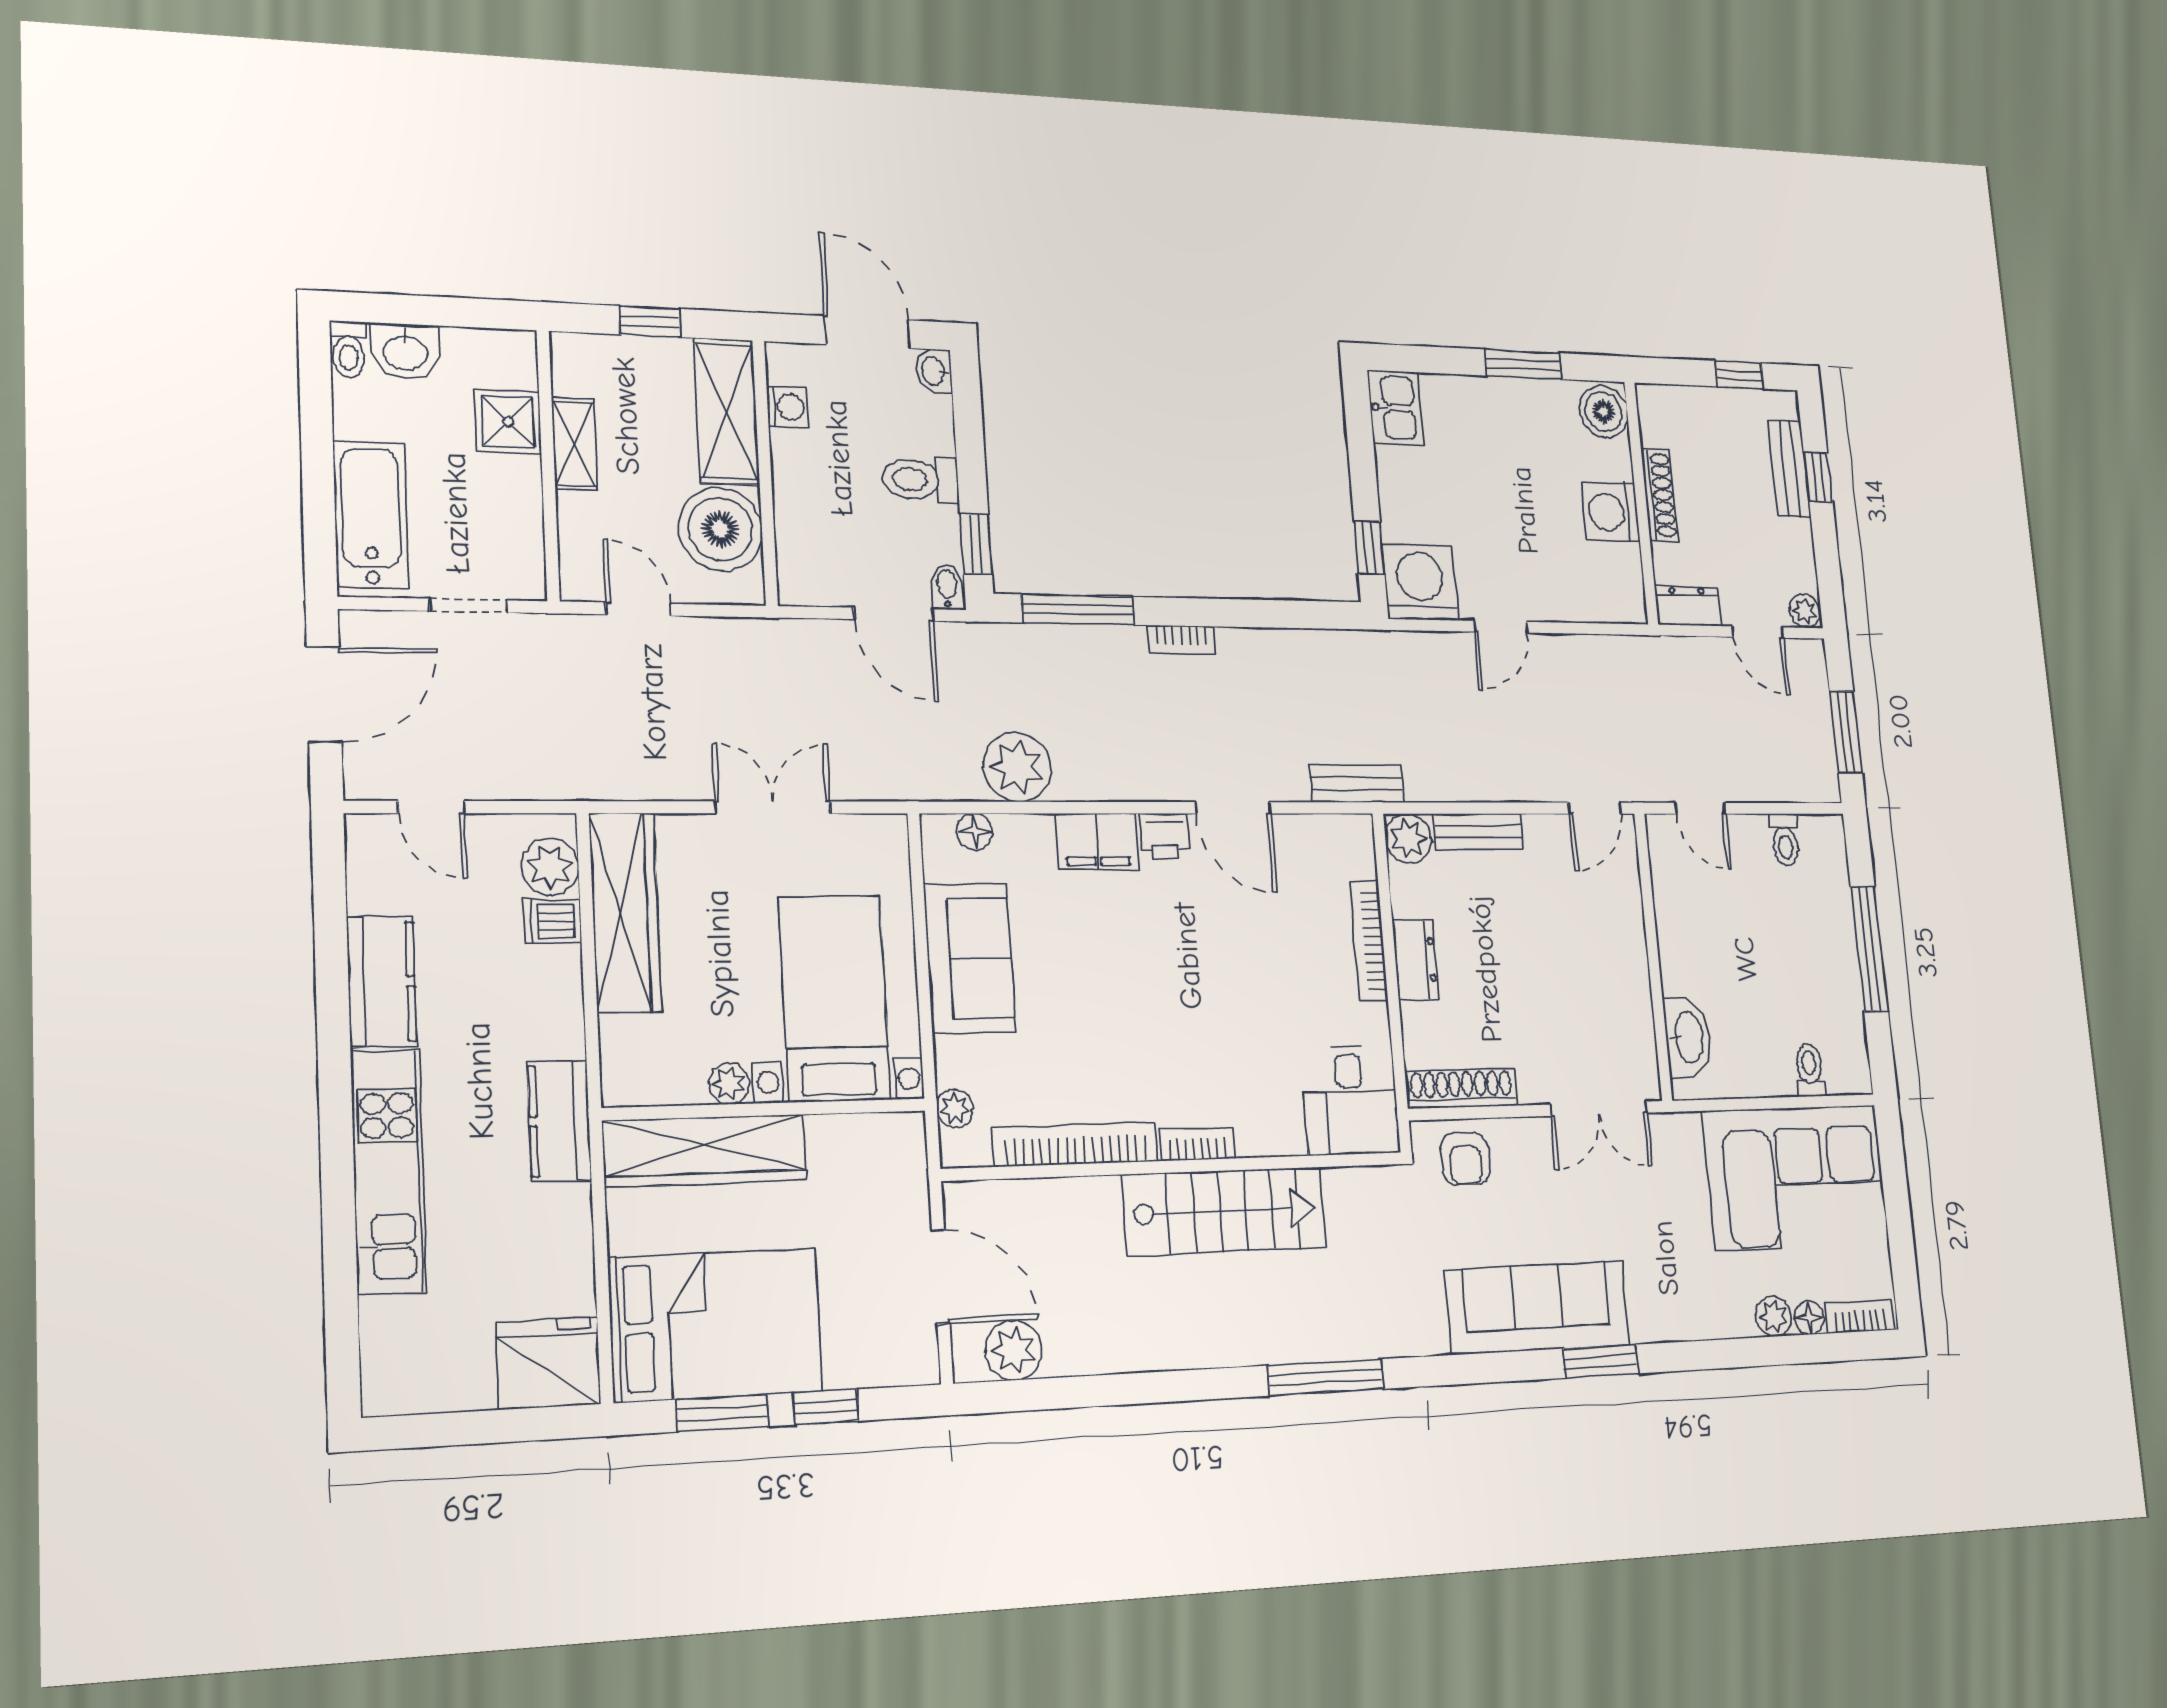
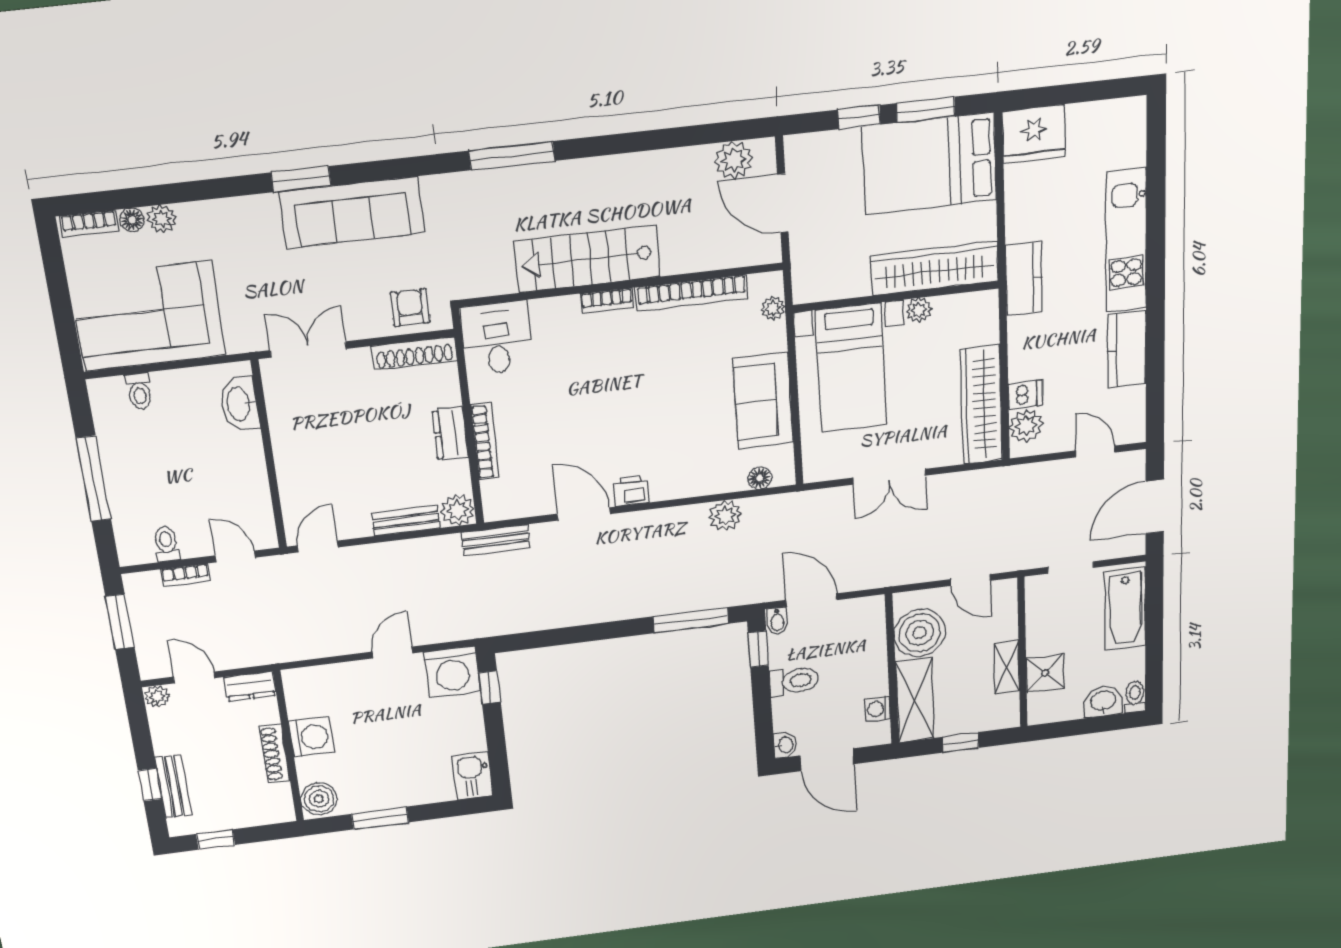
bookcase: (1181, 640) -> (185, 575), moved, turned 180
plant: (1017, 767) -> (725, 516), width x0.73, depth x0.73
filing cabinet: (1097, 841) -> (677, 482), removed

